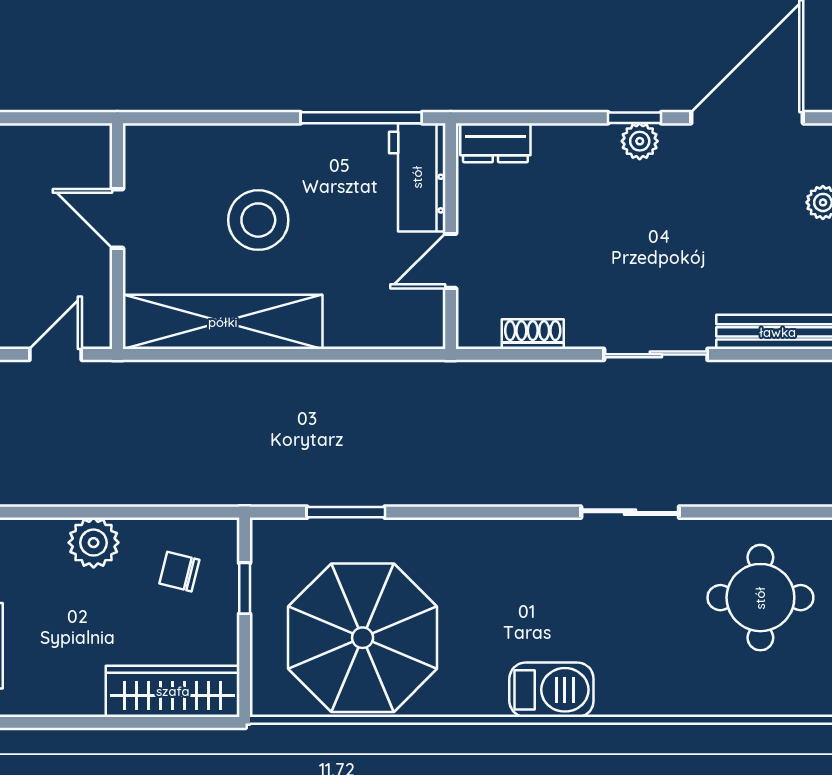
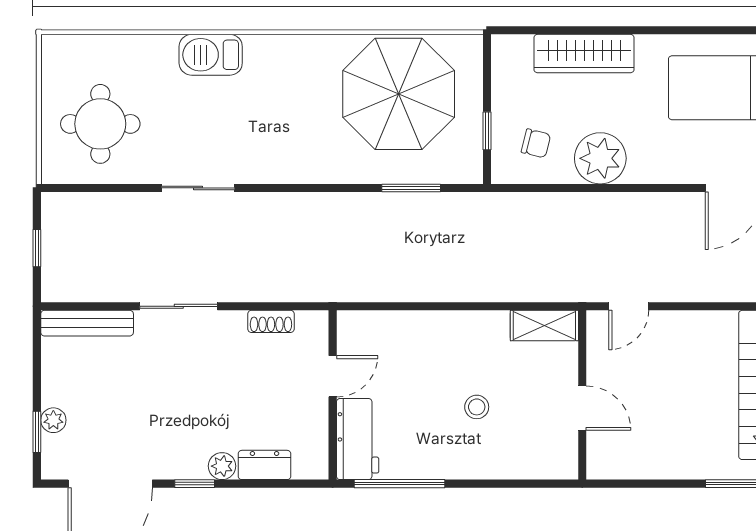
plant: (640, 141) -> (222, 466), moved
dresser: (495, 143) -> (265, 465), moved
stool: (258, 220) -> (477, 407), width x0.53, depth x0.53
shelving: (223, 322) -> (544, 326), width x0.45, depth x0.75
plant: (94, 543) -> (600, 158), width x1.36, depth x1.36
barbecue: (551, 690) -> (211, 55), moved
wardrobe: (173, 691) -> (584, 54), moved

